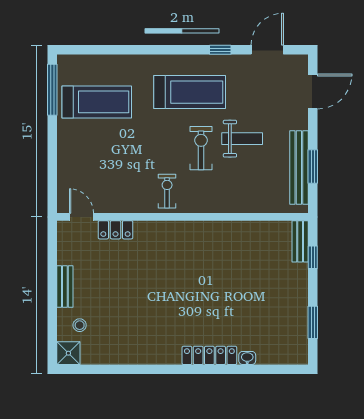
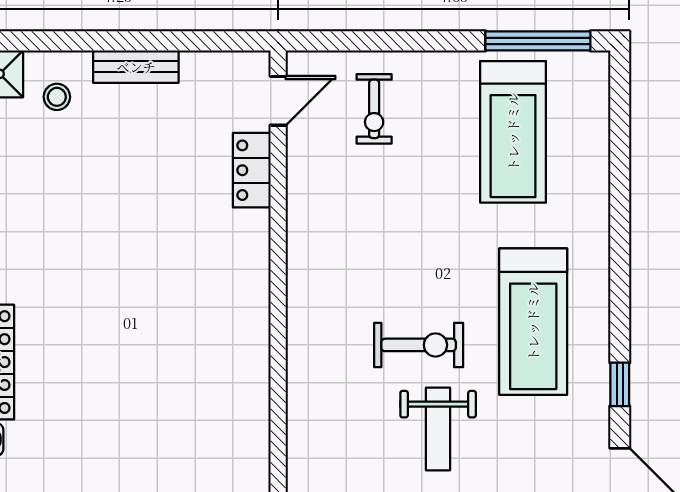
exercise bike: (167, 191) -> (374, 109), moved, turned 90

